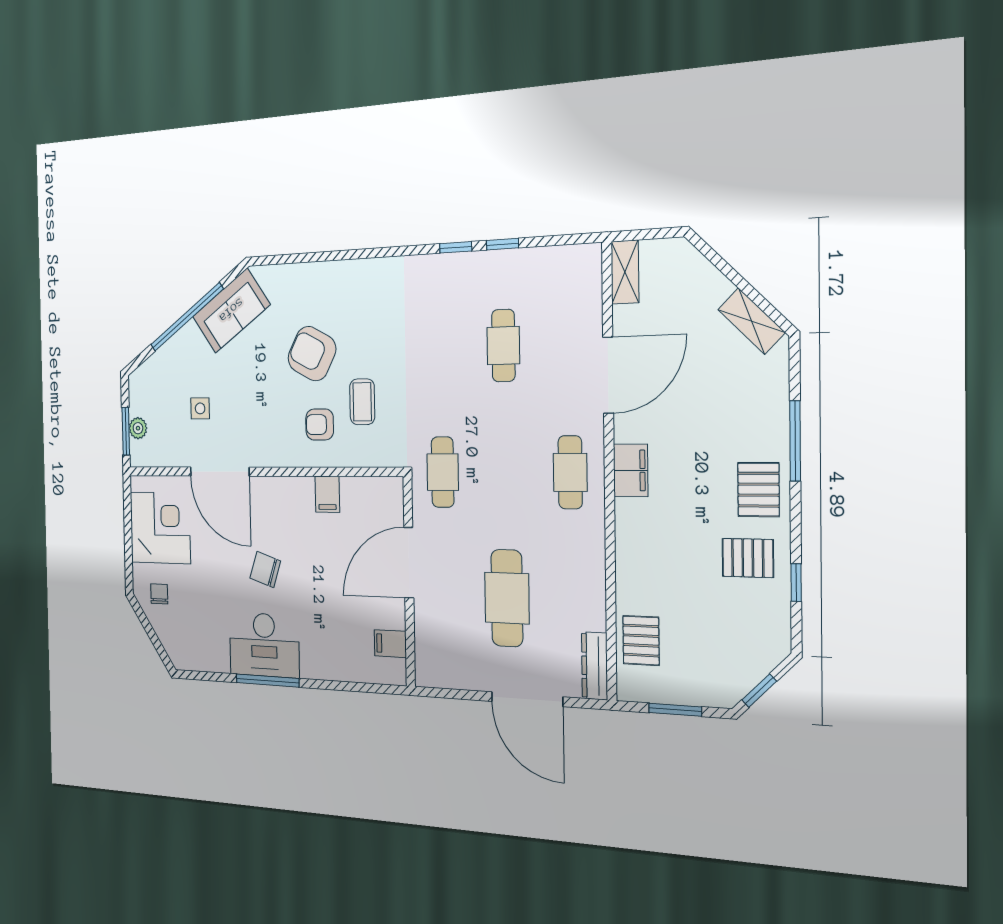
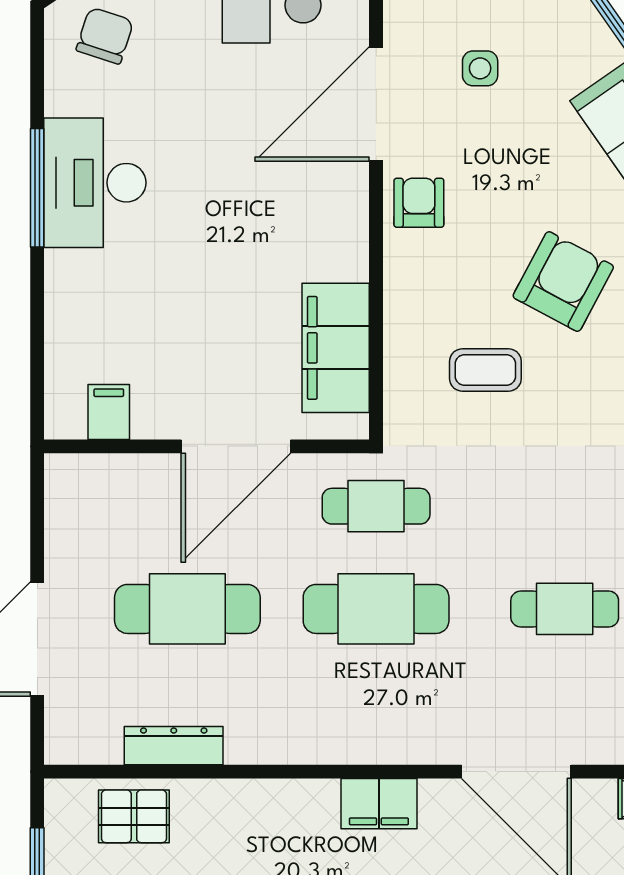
armchair: (320, 425) -> (419, 203), moved
cafe table: (570, 472) -> (376, 609), moved, width x1.37, depth x1.35
filing cabinet: (327, 494) -> (336, 348), width x3.00, depth x1.17
door: (409, 563) -> (236, 446), swing flipped
chair: (265, 570) -> (105, 36), moved
dresser: (594, 666) -> (174, 746), moved

